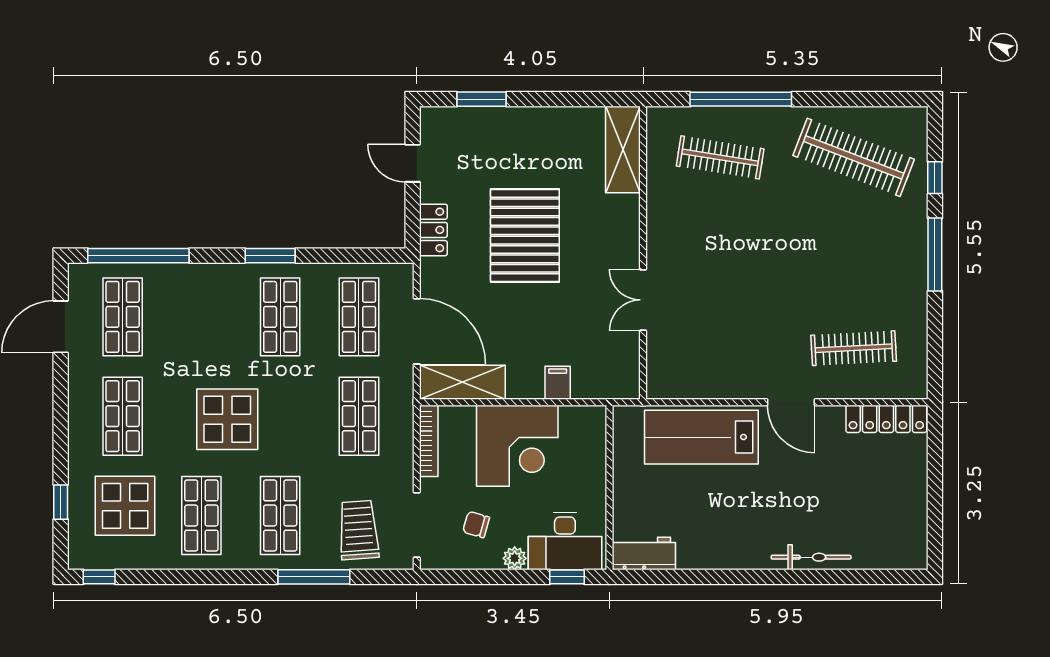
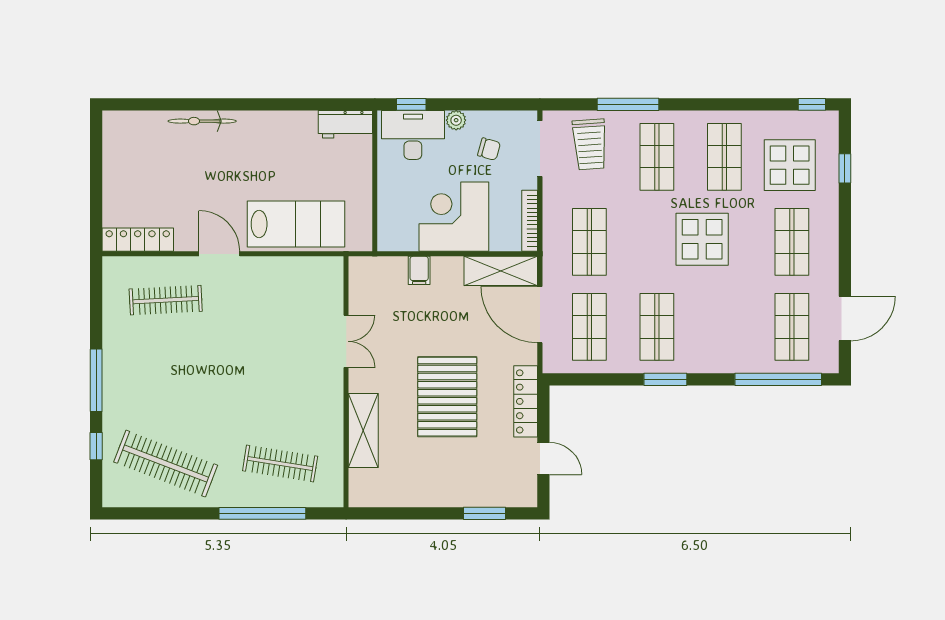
shelving: (623, 150) -> (363, 431), moved
locker: (433, 230) -> (526, 401), width x1.53

